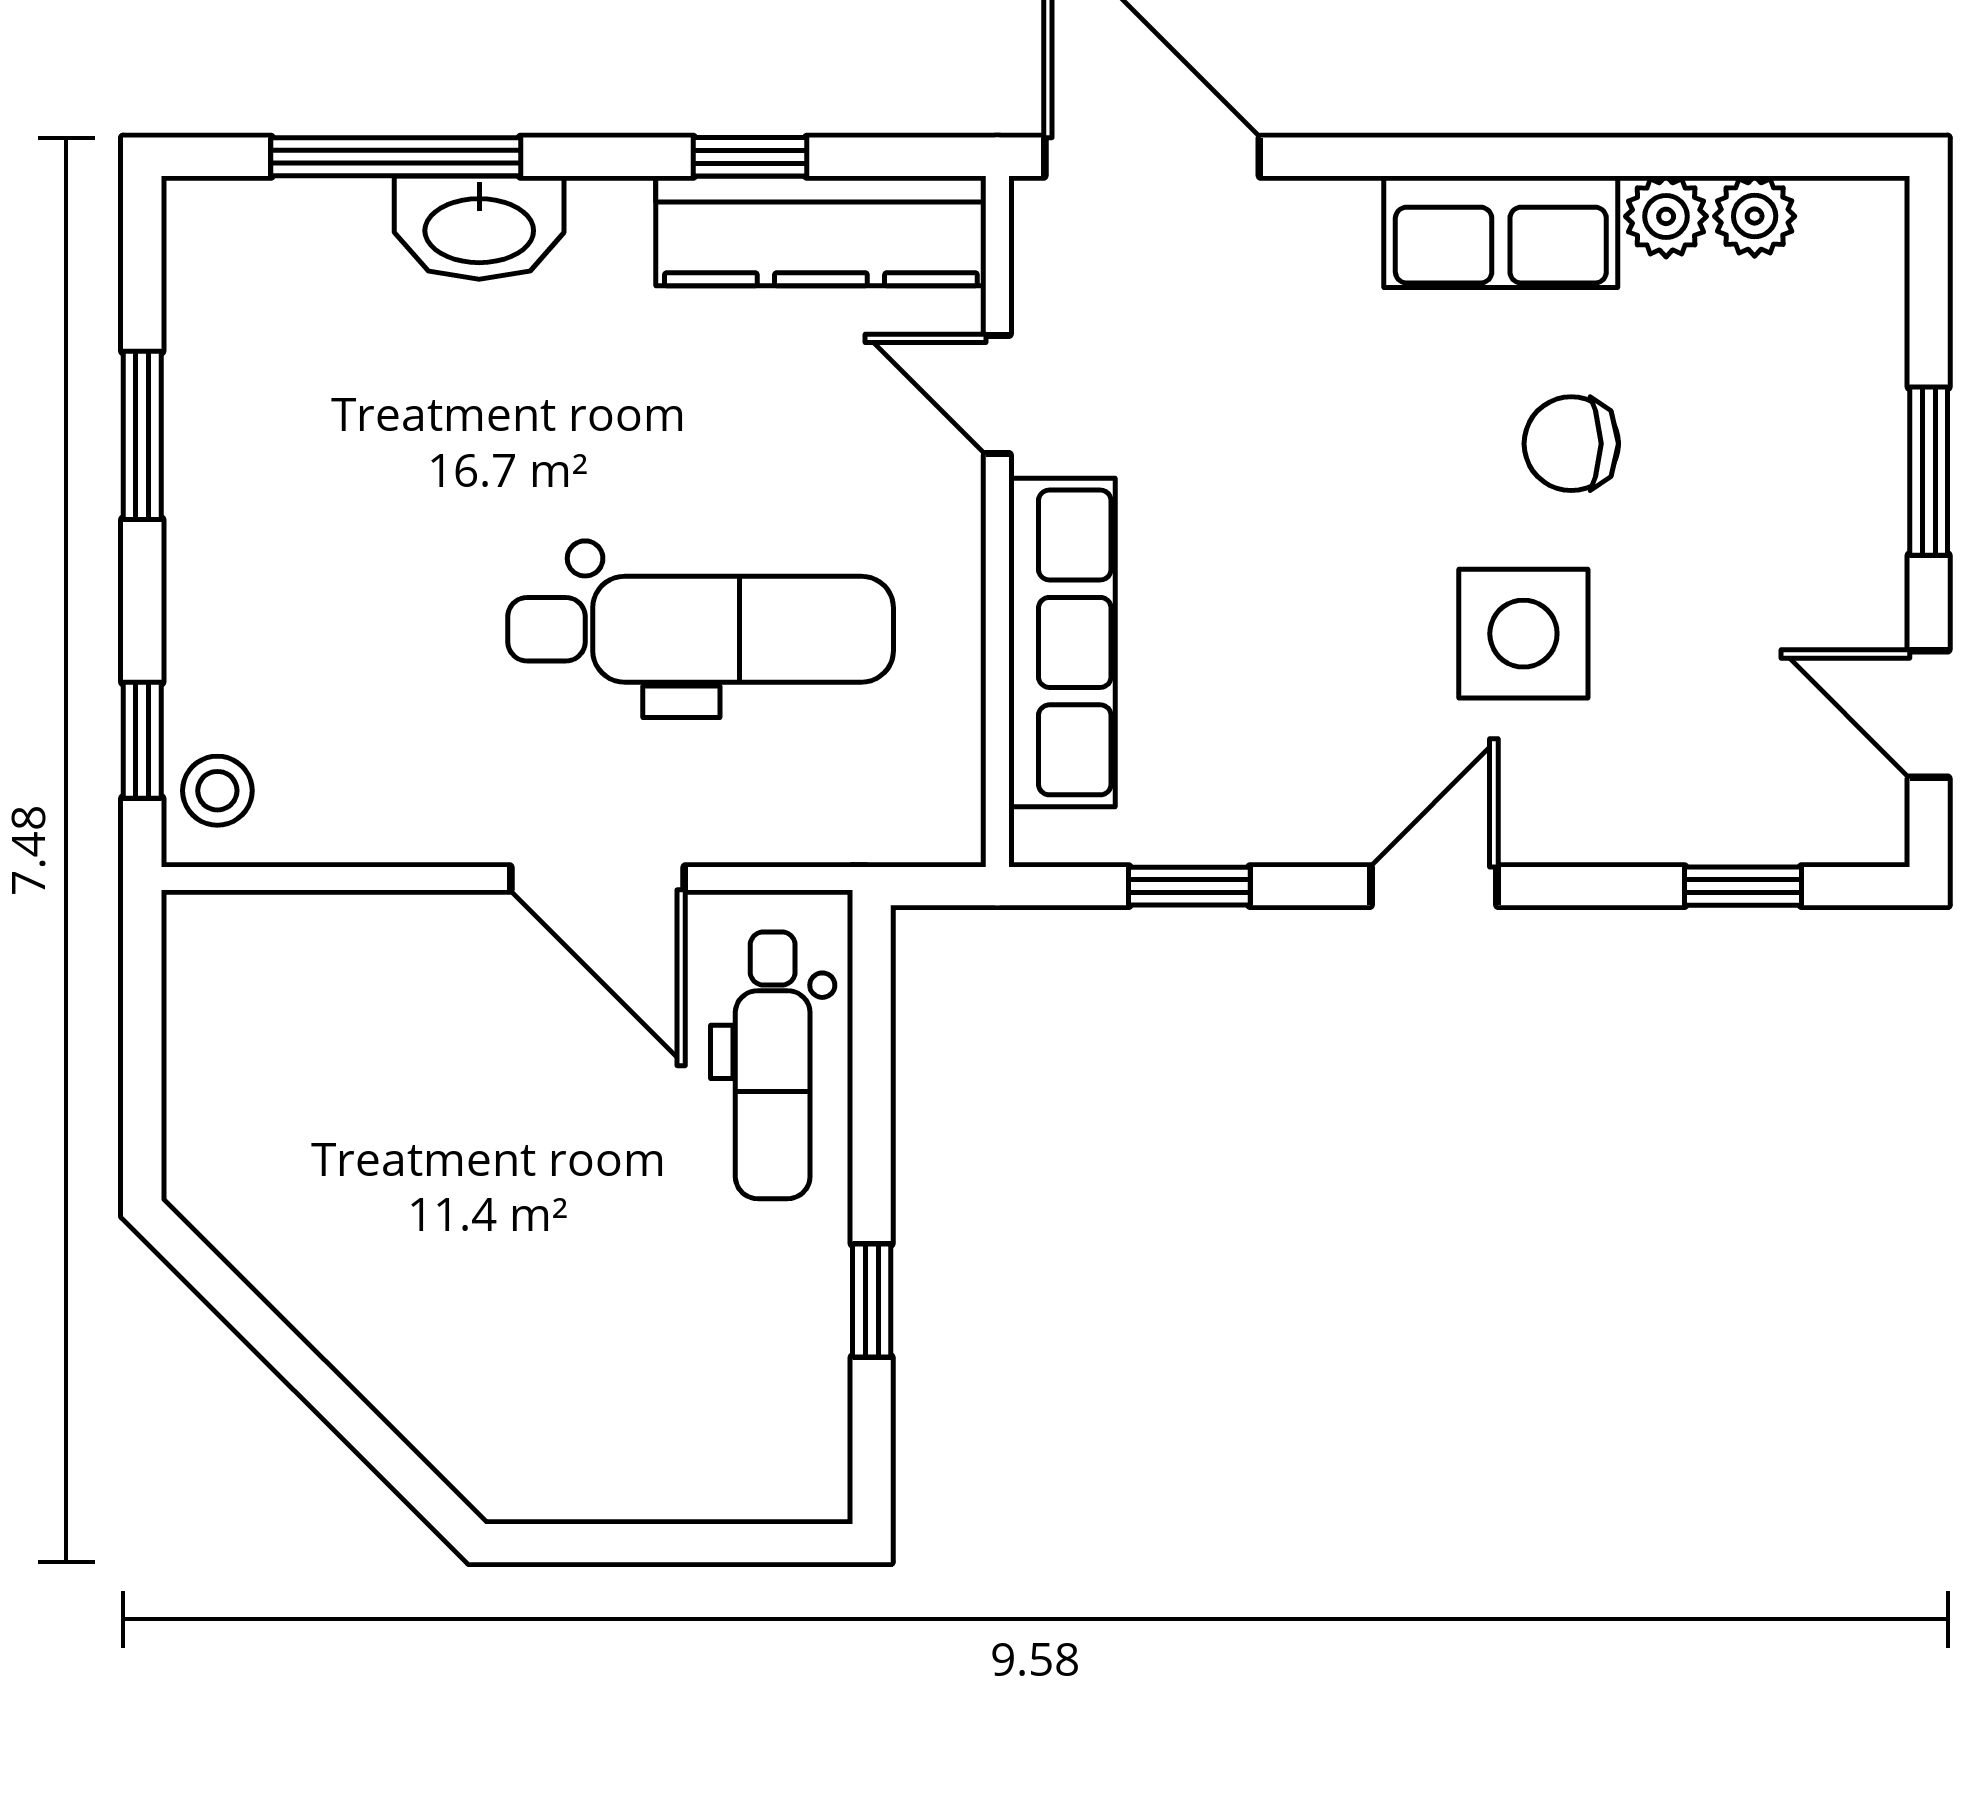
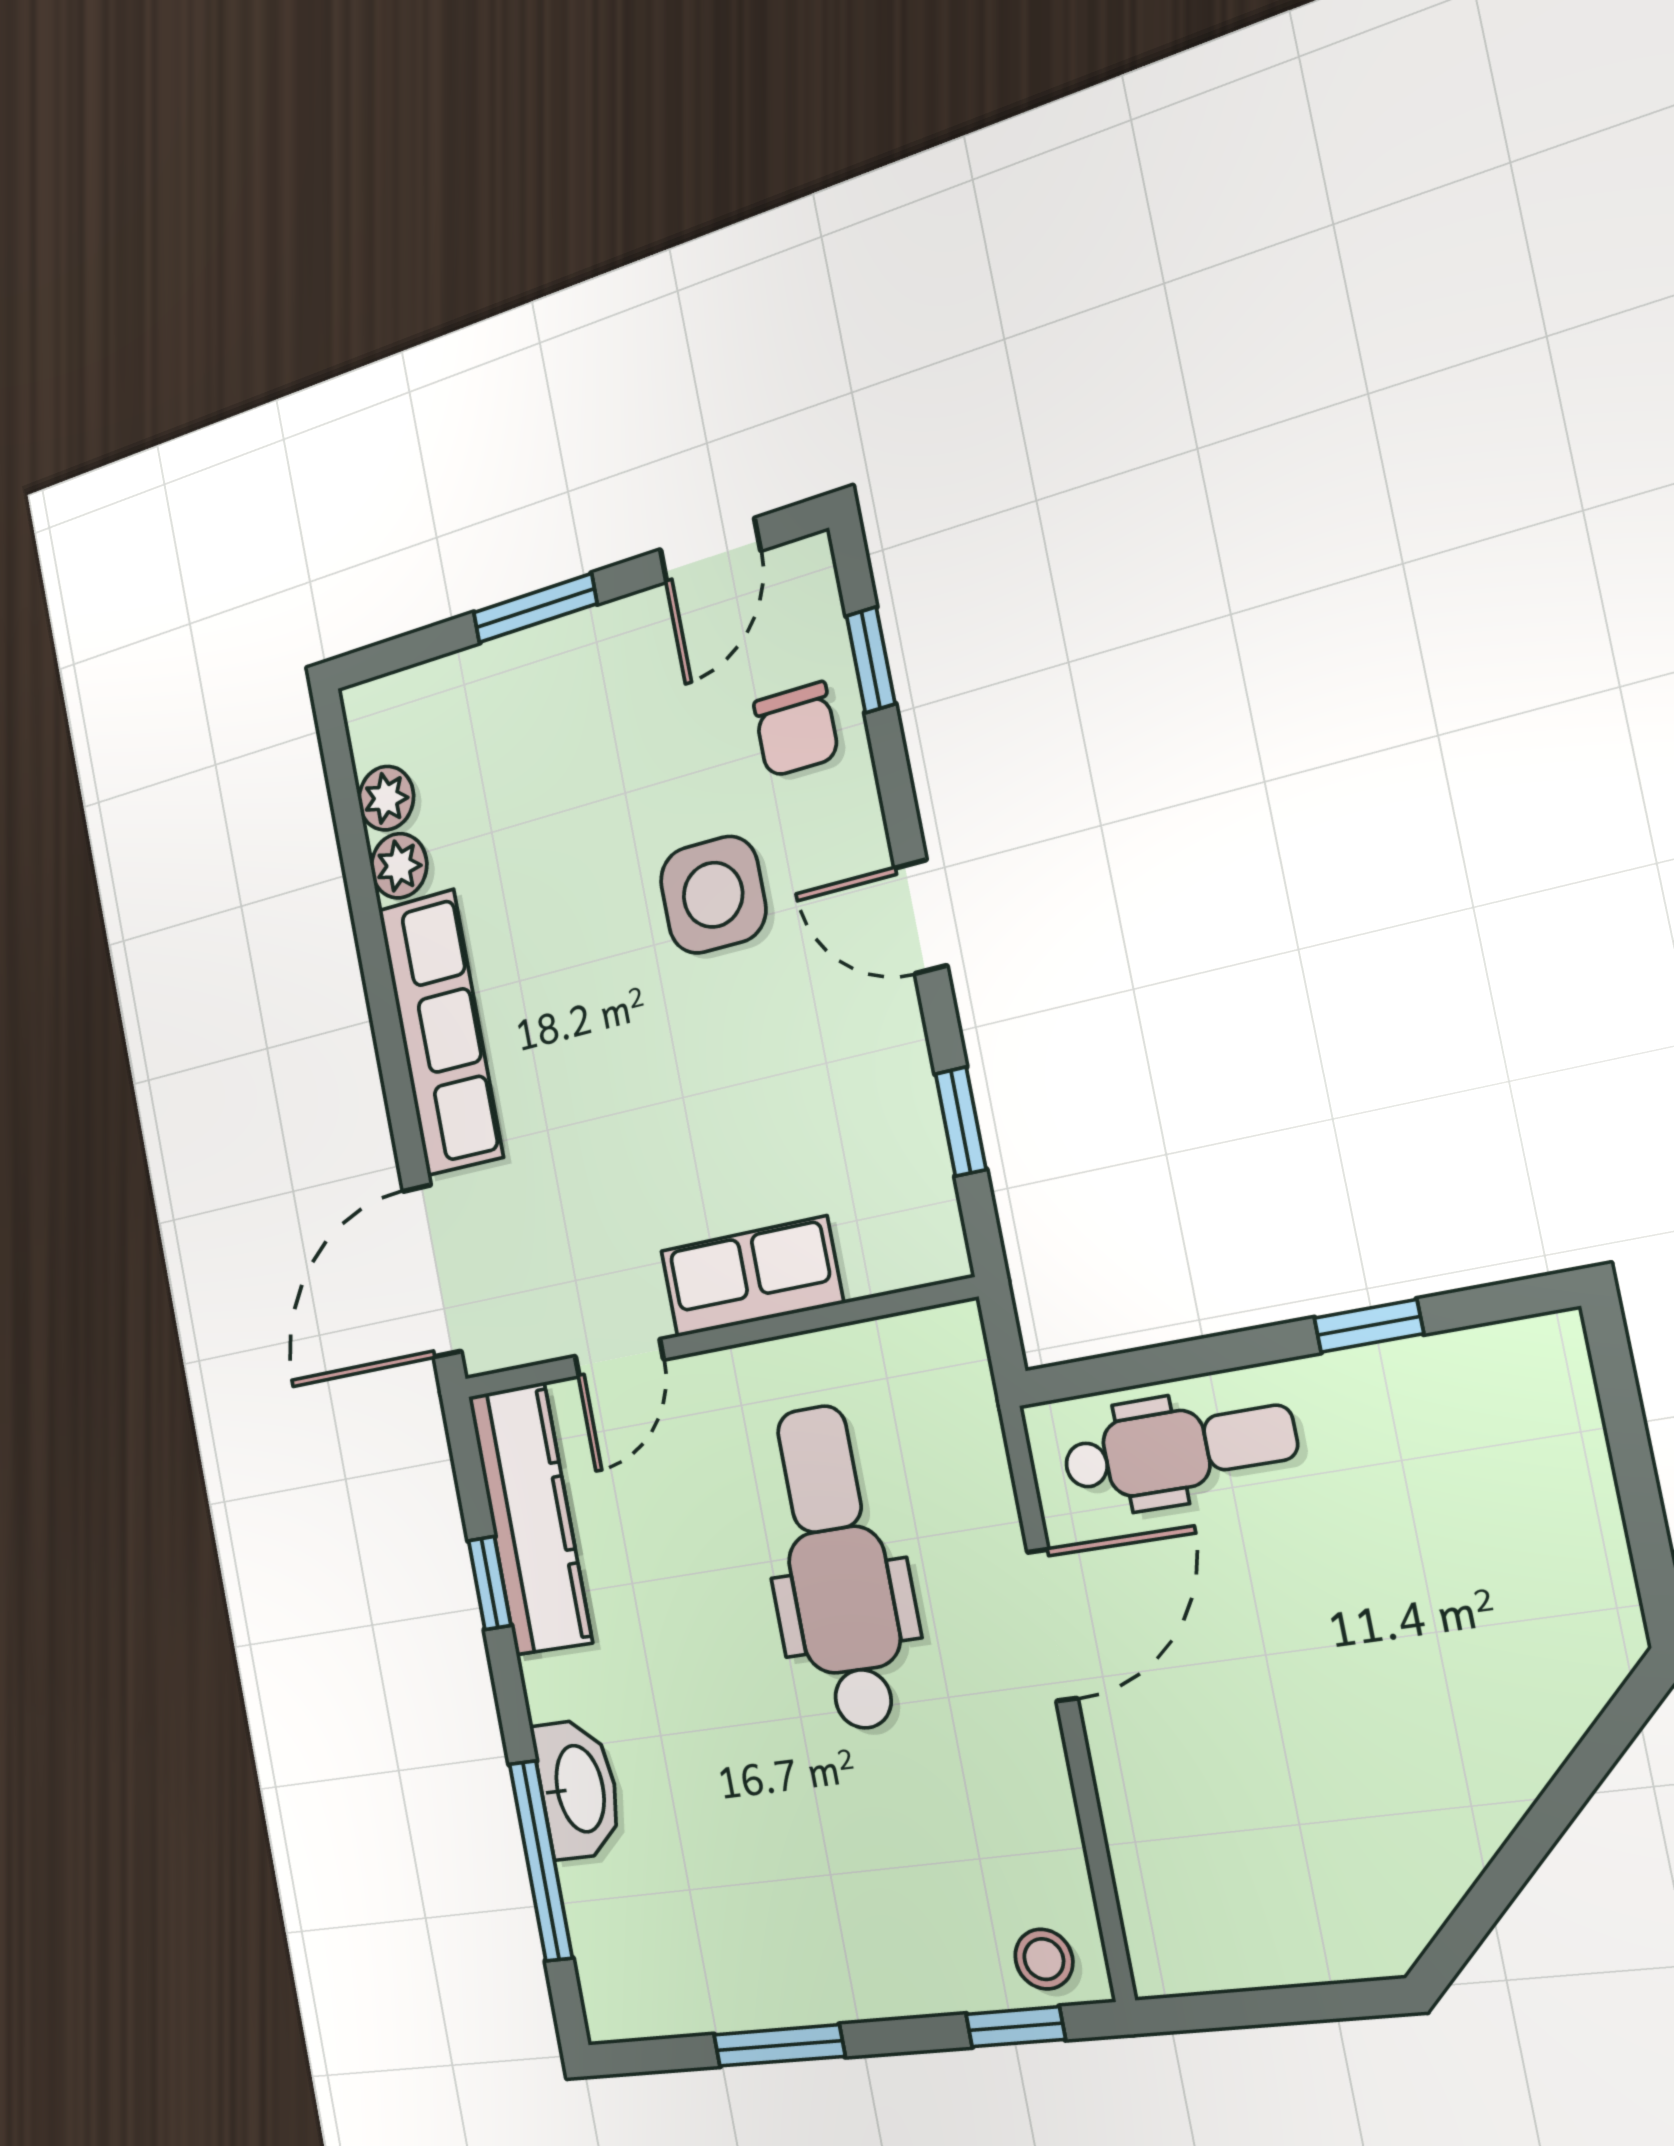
row of seats: (1501, 232) -> (441, 1033), width x1.48
chair: (1571, 444) -> (796, 730), moved
row of seats: (1062, 642) -> (751, 1277), width x0.68

